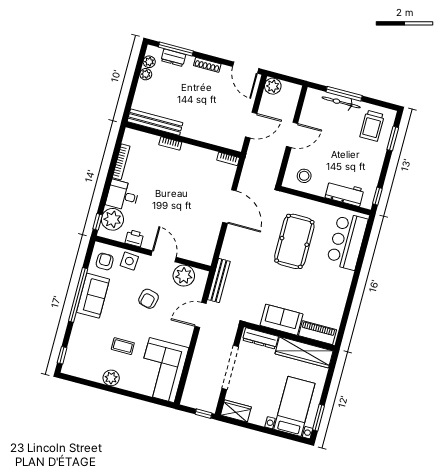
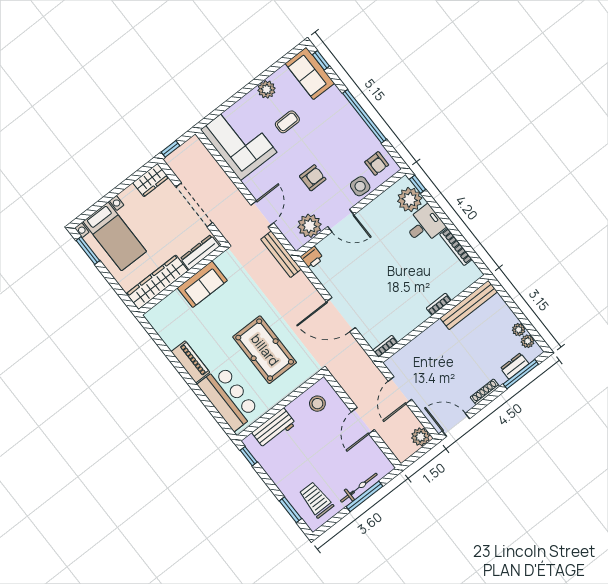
printer: (134, 238) -> (312, 258), moved
sofa: (93, 296) -> (310, 73), moved
armchair: (149, 299) -> (313, 178), turned 76
piano: (317, 333) -> (190, 362), moved, turned -90

